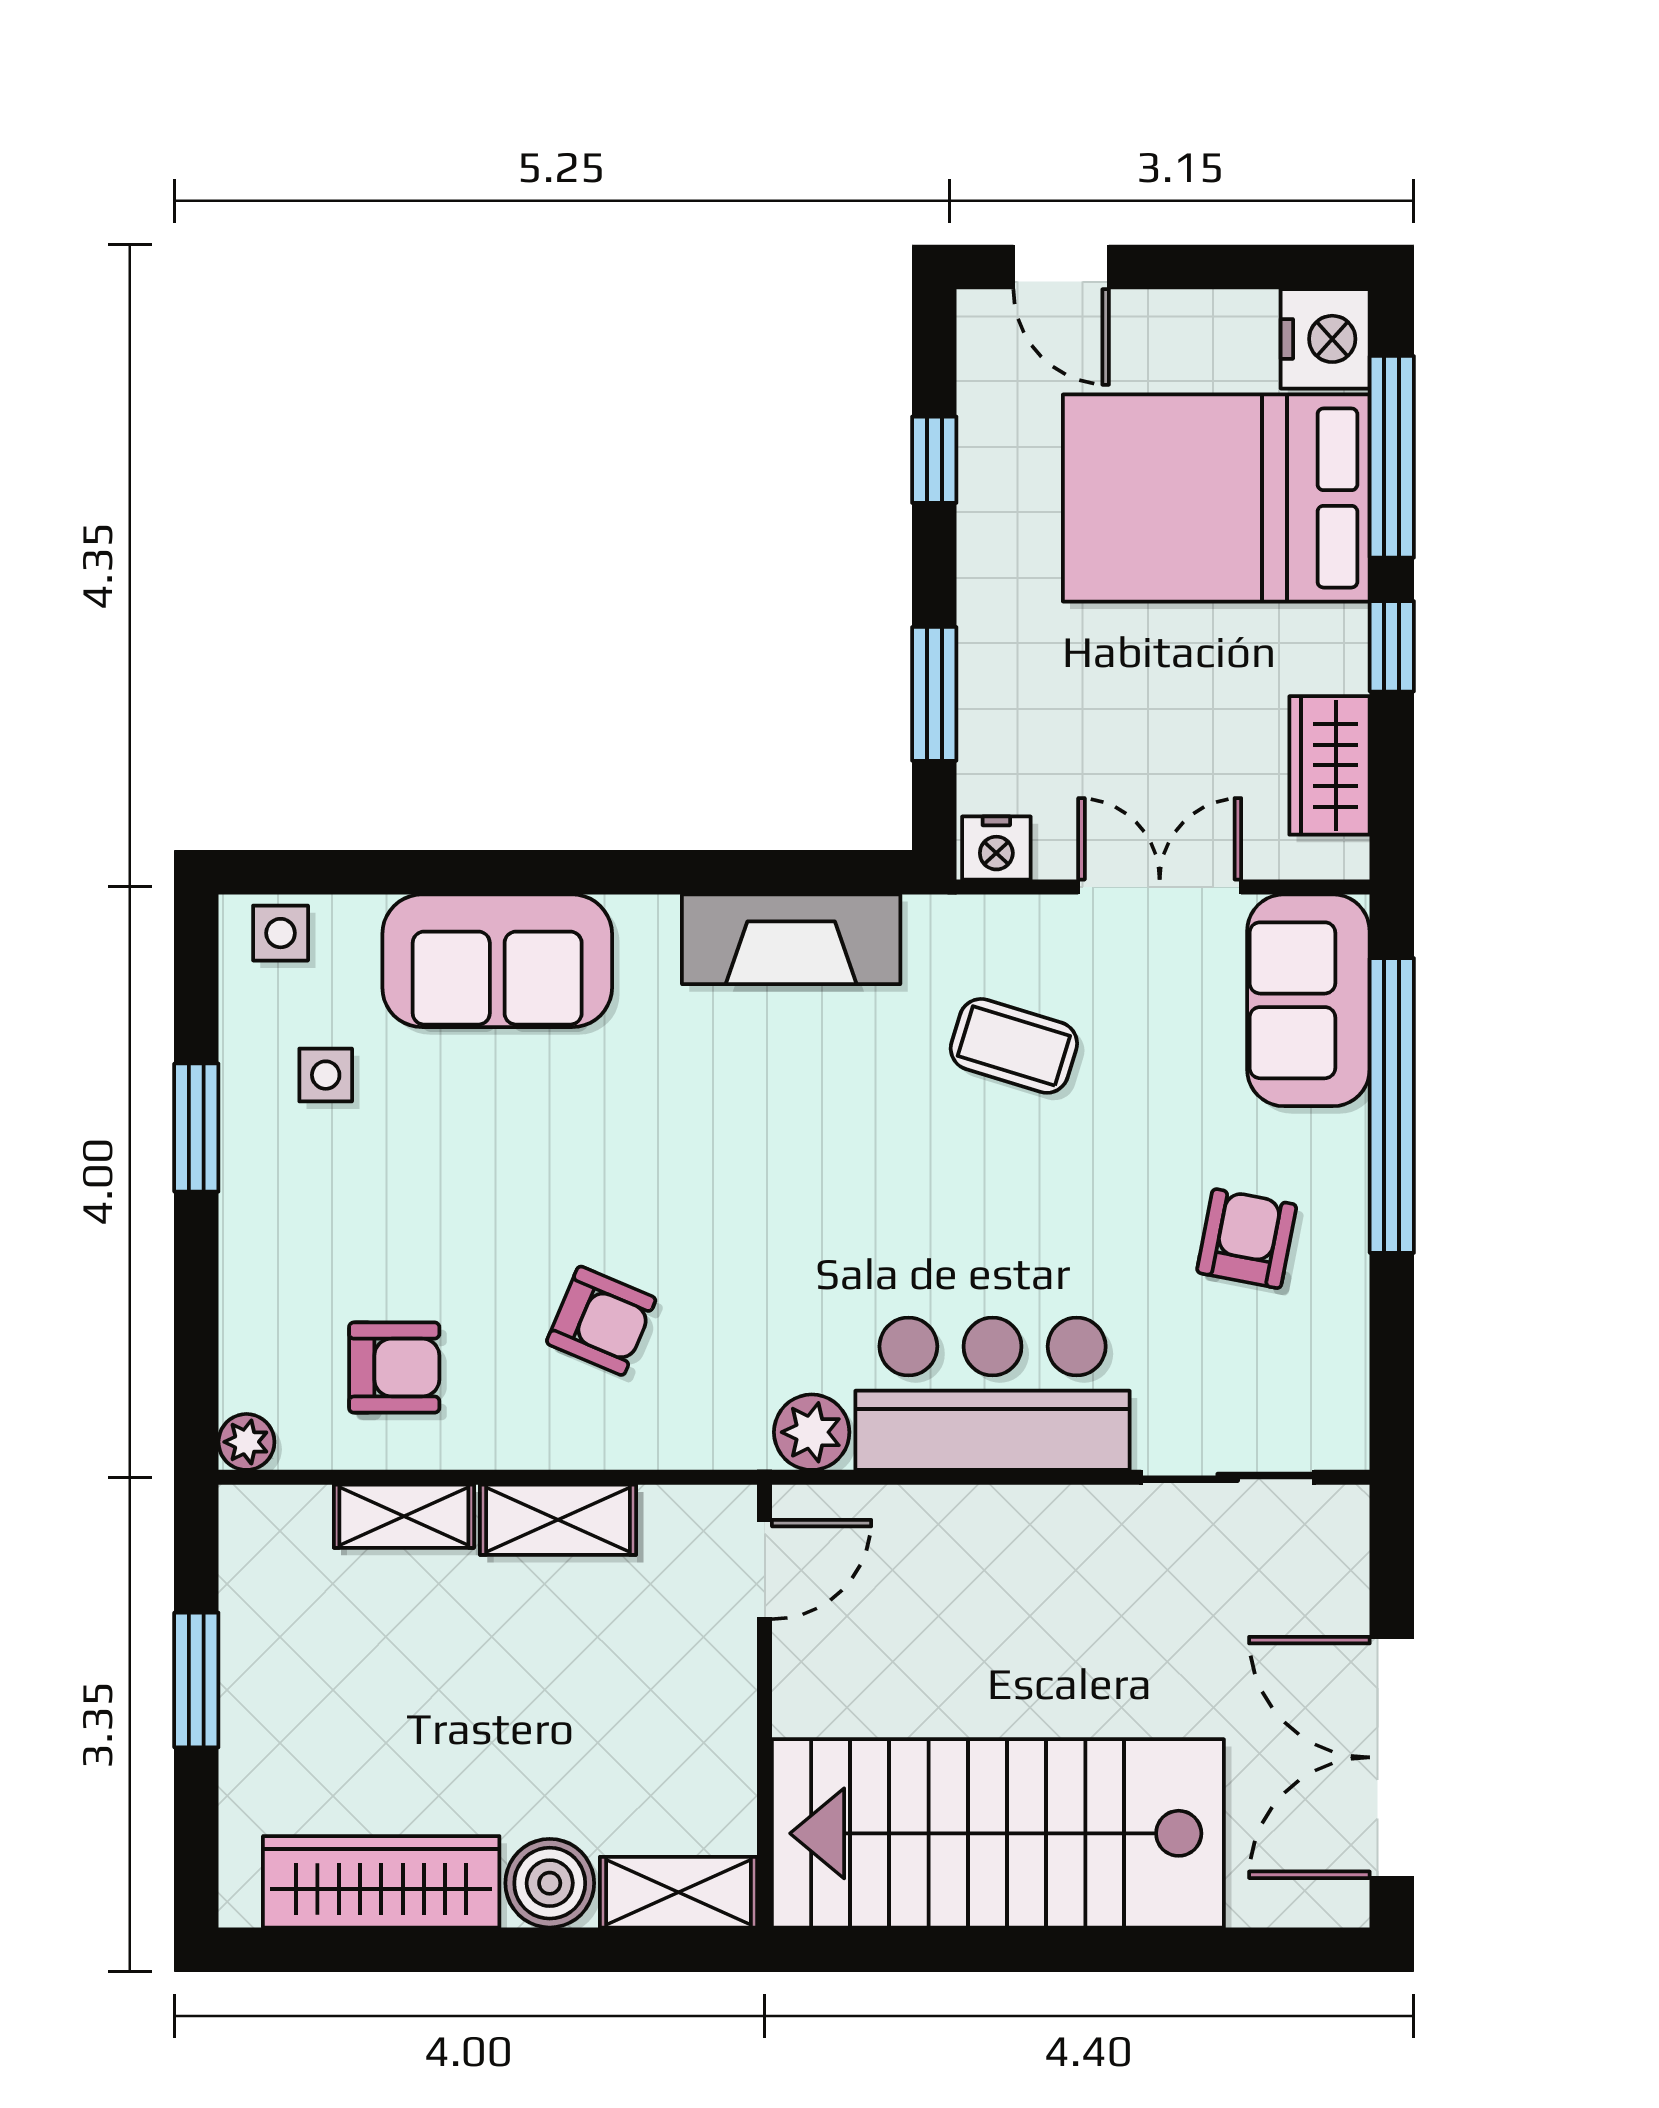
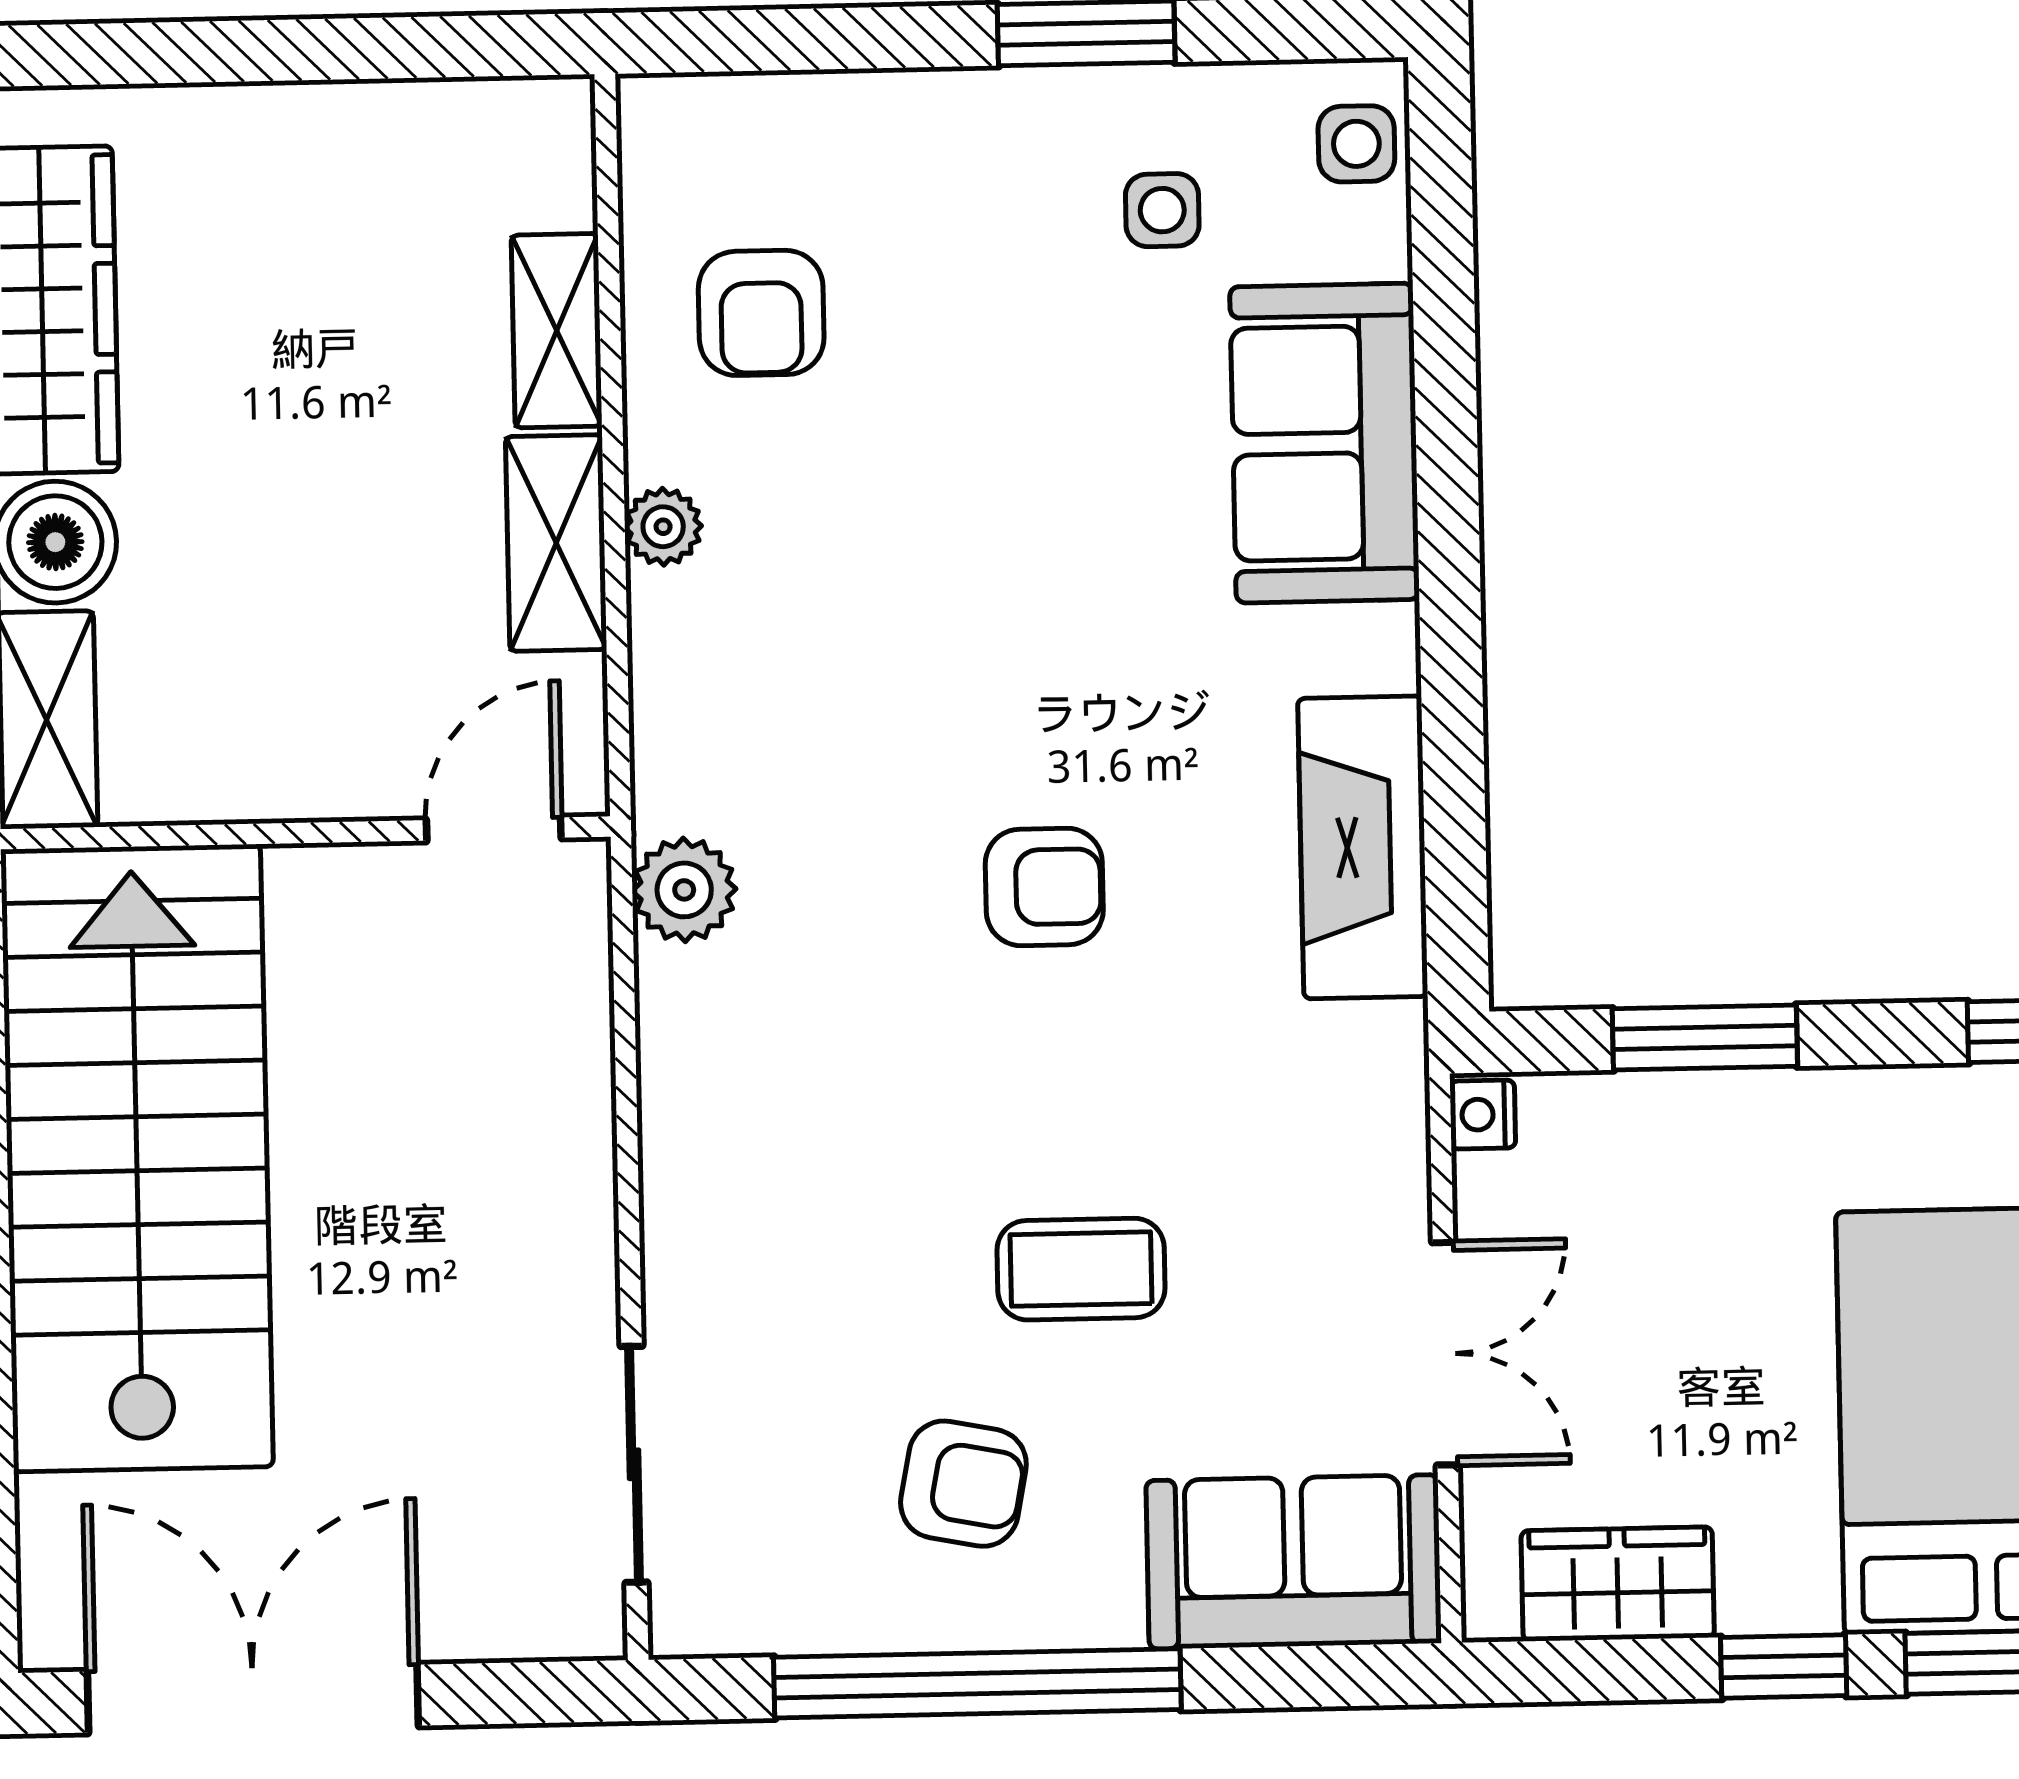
nightstand: (996, 848) -> (1483, 1115), width x0.72, depth x0.74
coffee table: (1014, 1046) -> (1081, 1269), moved, turned 73
window: (1392, 1105) -> (977, 1683), moved
armchair: (601, 1321) -> (1044, 887), moved, turned -113
bar counter: (993, 1394) -> (742, 1138), removed
plant: (246, 1442) -> (663, 527), moved
door: (765, 1569) -> (494, 829), swing flipped
window: (196, 1680) -> (325, 49), removed

